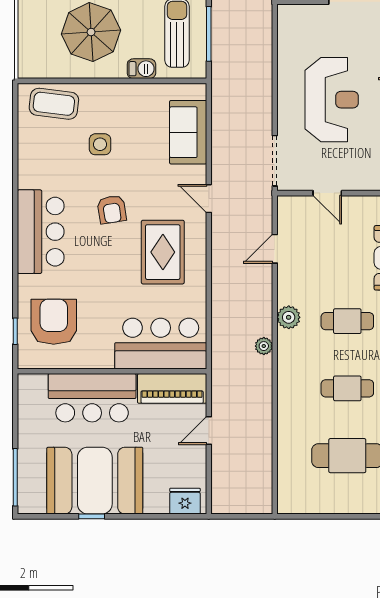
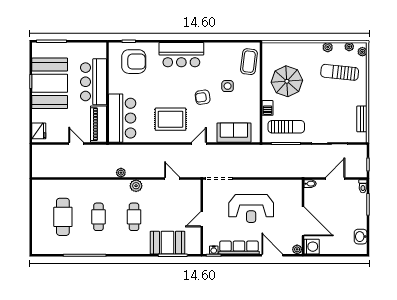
door: (327, 193) -> (202, 219), moved
armchair: (112, 209) -> (203, 97), moved

